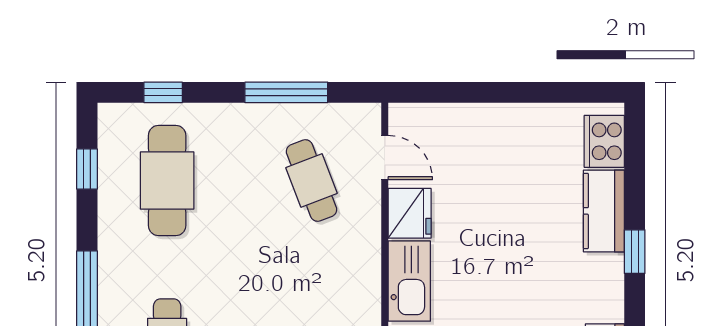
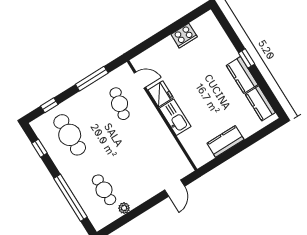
cooker: (604, 141) -> (184, 36), moved, turned -90
cafe table: (312, 180) -> (120, 104), turned 33
kitchen counter: (604, 211) -> (242, 75), moved

